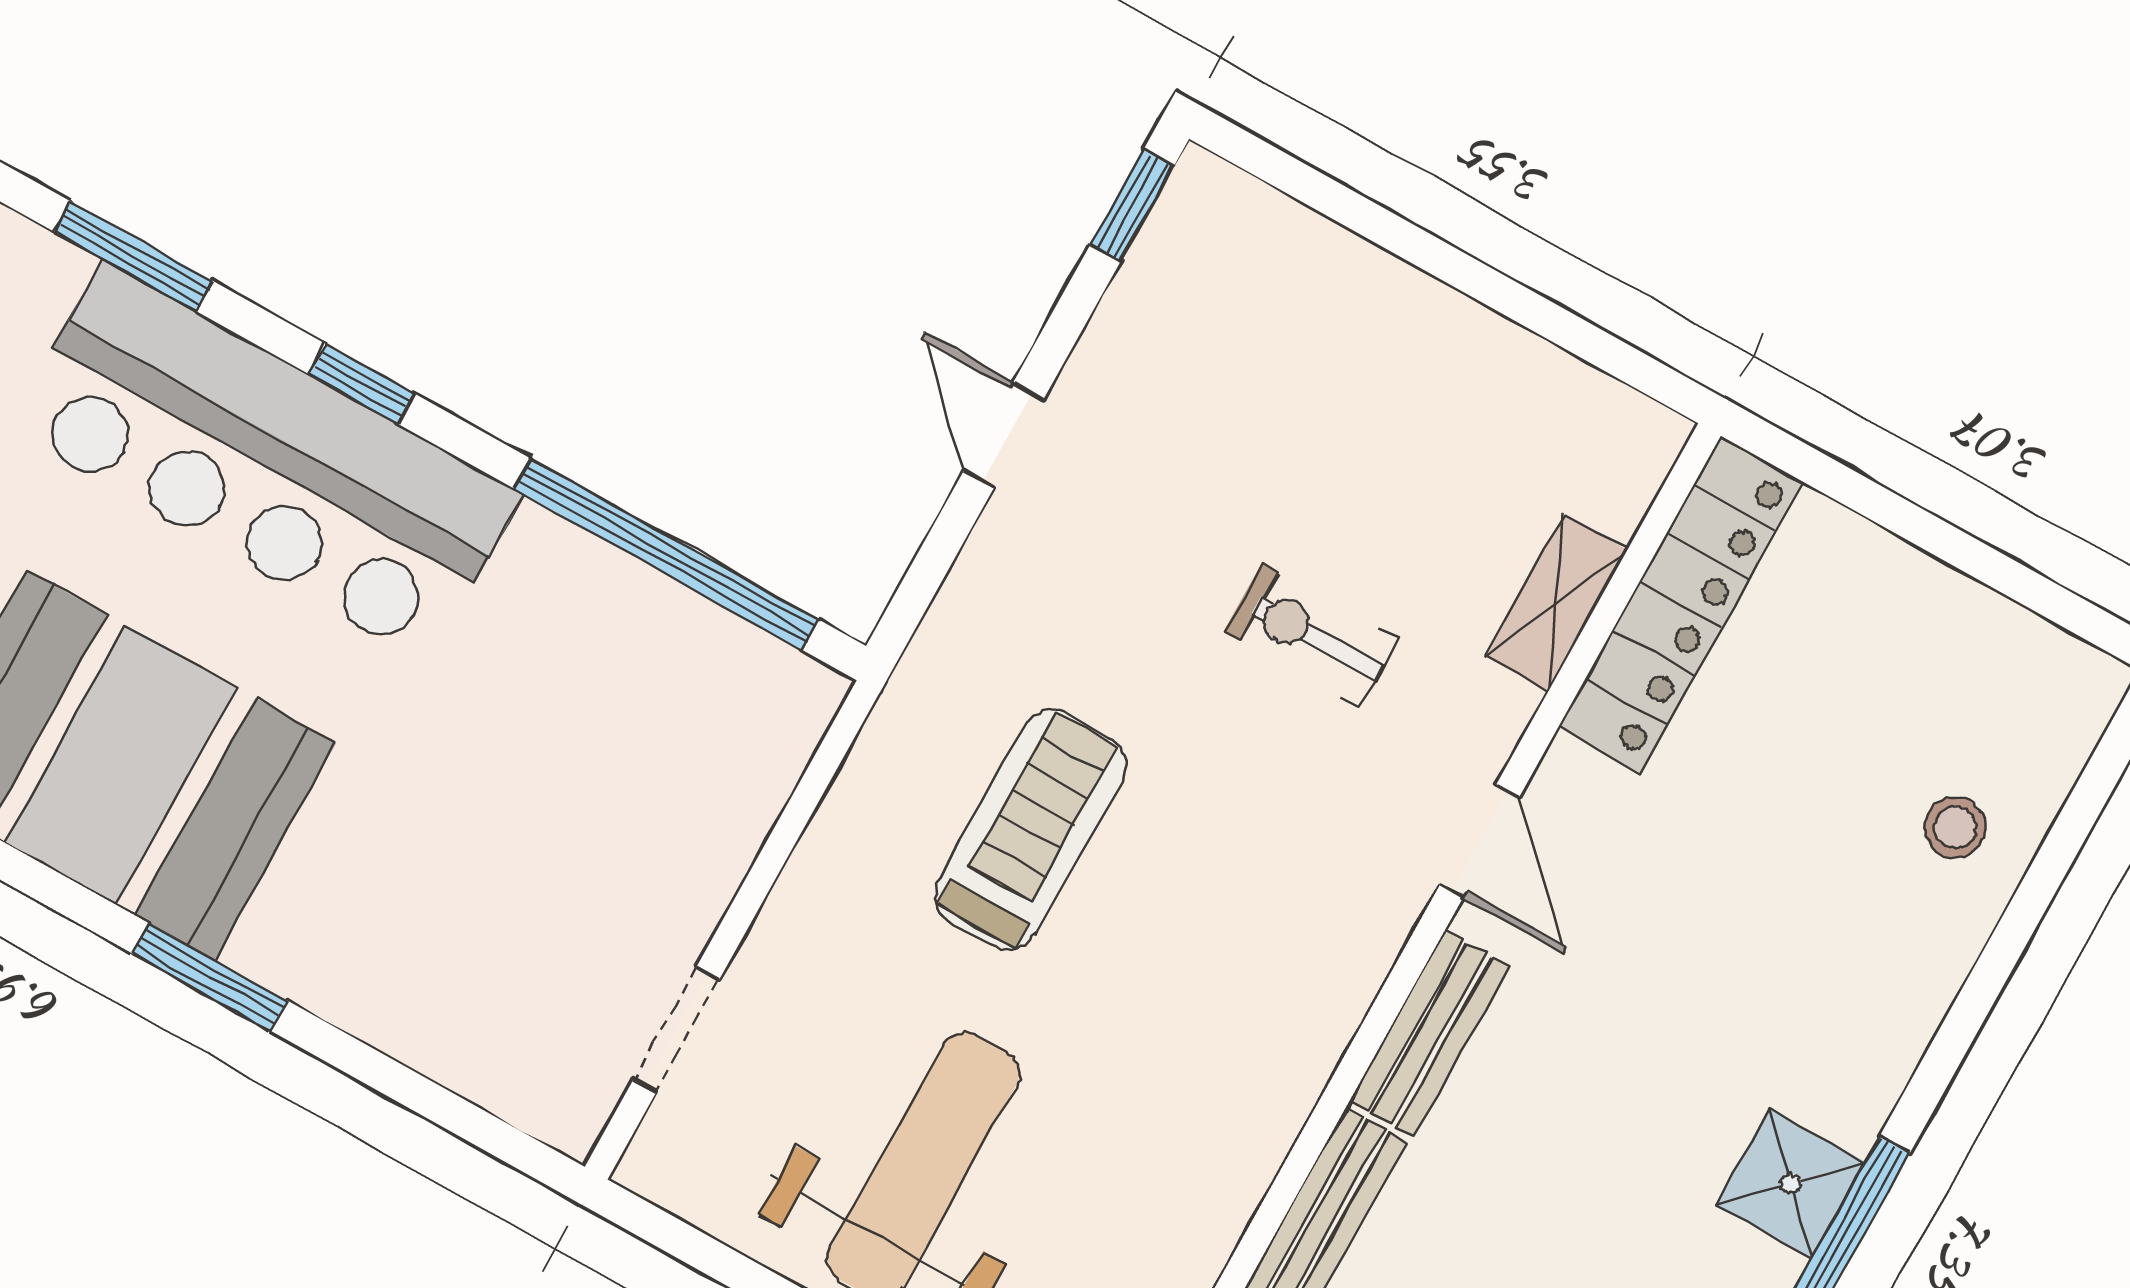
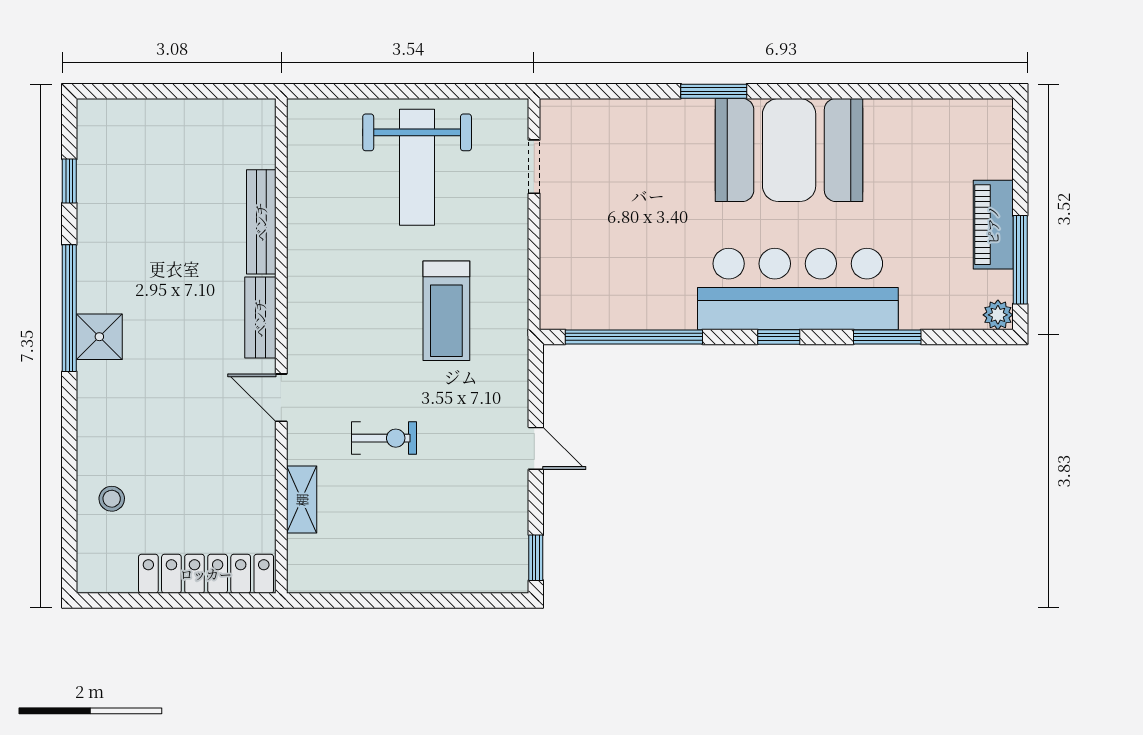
locker: (1681, 604) -> (206, 574), moved, turned 90

